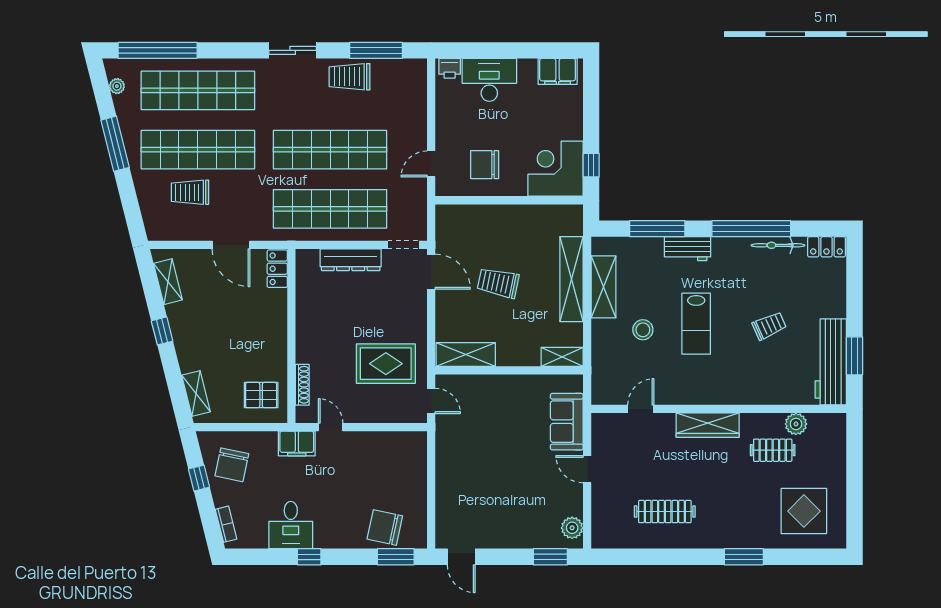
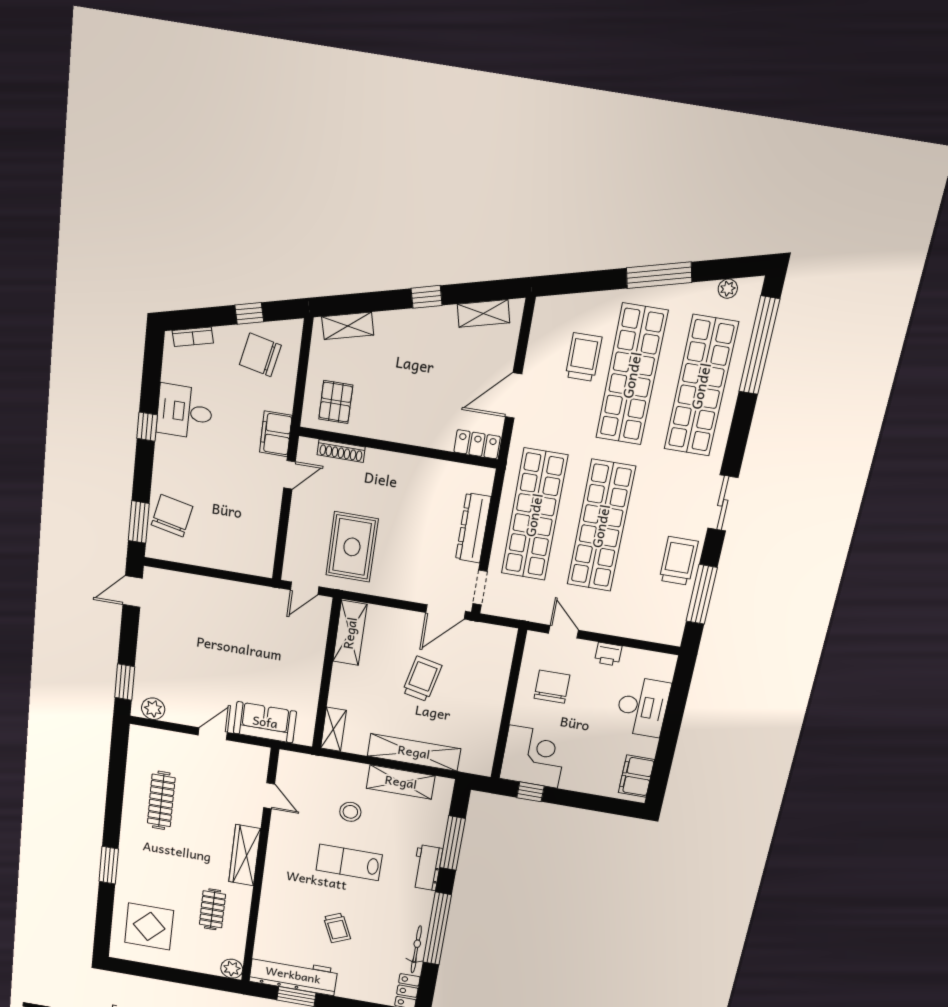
printer: (450, 68) -> (608, 654), moved, turned -90
plant: (796, 424) -> (232, 969), moved

